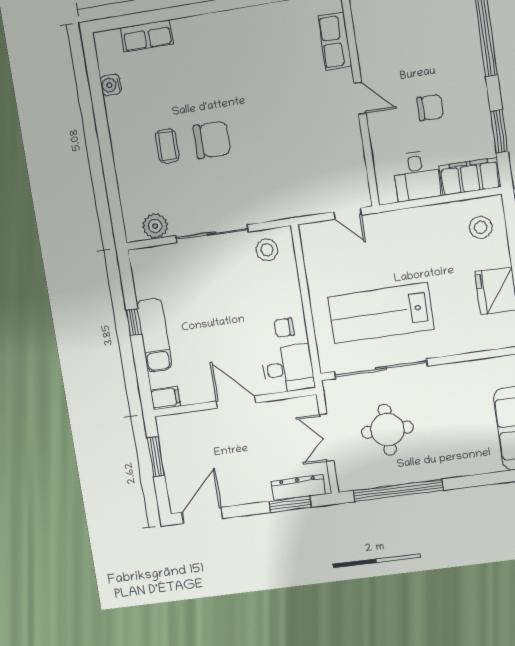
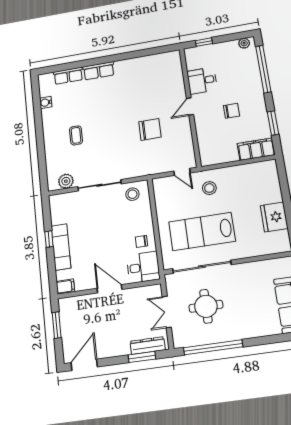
row of seats: (335, 41) -> (99, 71), moved, turned -90
door: (360, 98) -> (190, 107), swing flipped
chair: (212, 140) -> (150, 129), moved
desk: (417, 176) -> (202, 81), moved, turned 90
stool: (481, 227) -> (209, 188), moved

